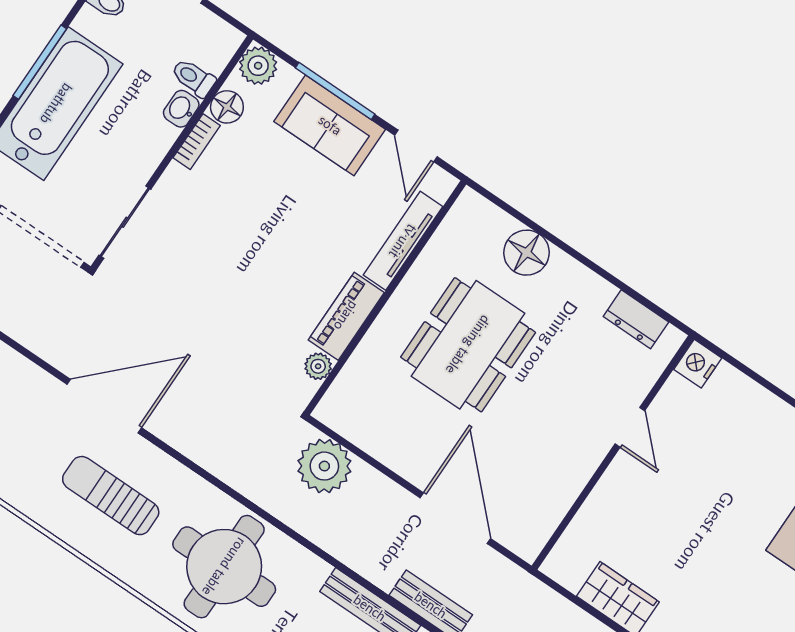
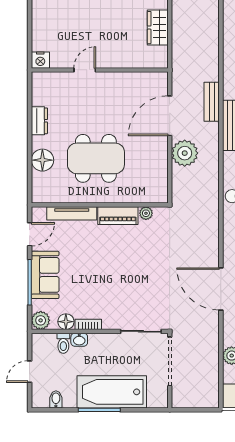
dresser: (636, 319) -> (39, 121), moved
plant: (324, 466) -> (185, 153), moved

